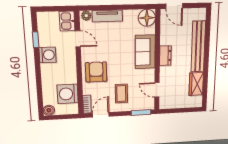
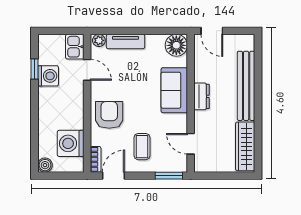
washing machine: (48, 55) -> (48, 76), moved
wardrobe: (196, 84) -> (245, 146), width x1.50

